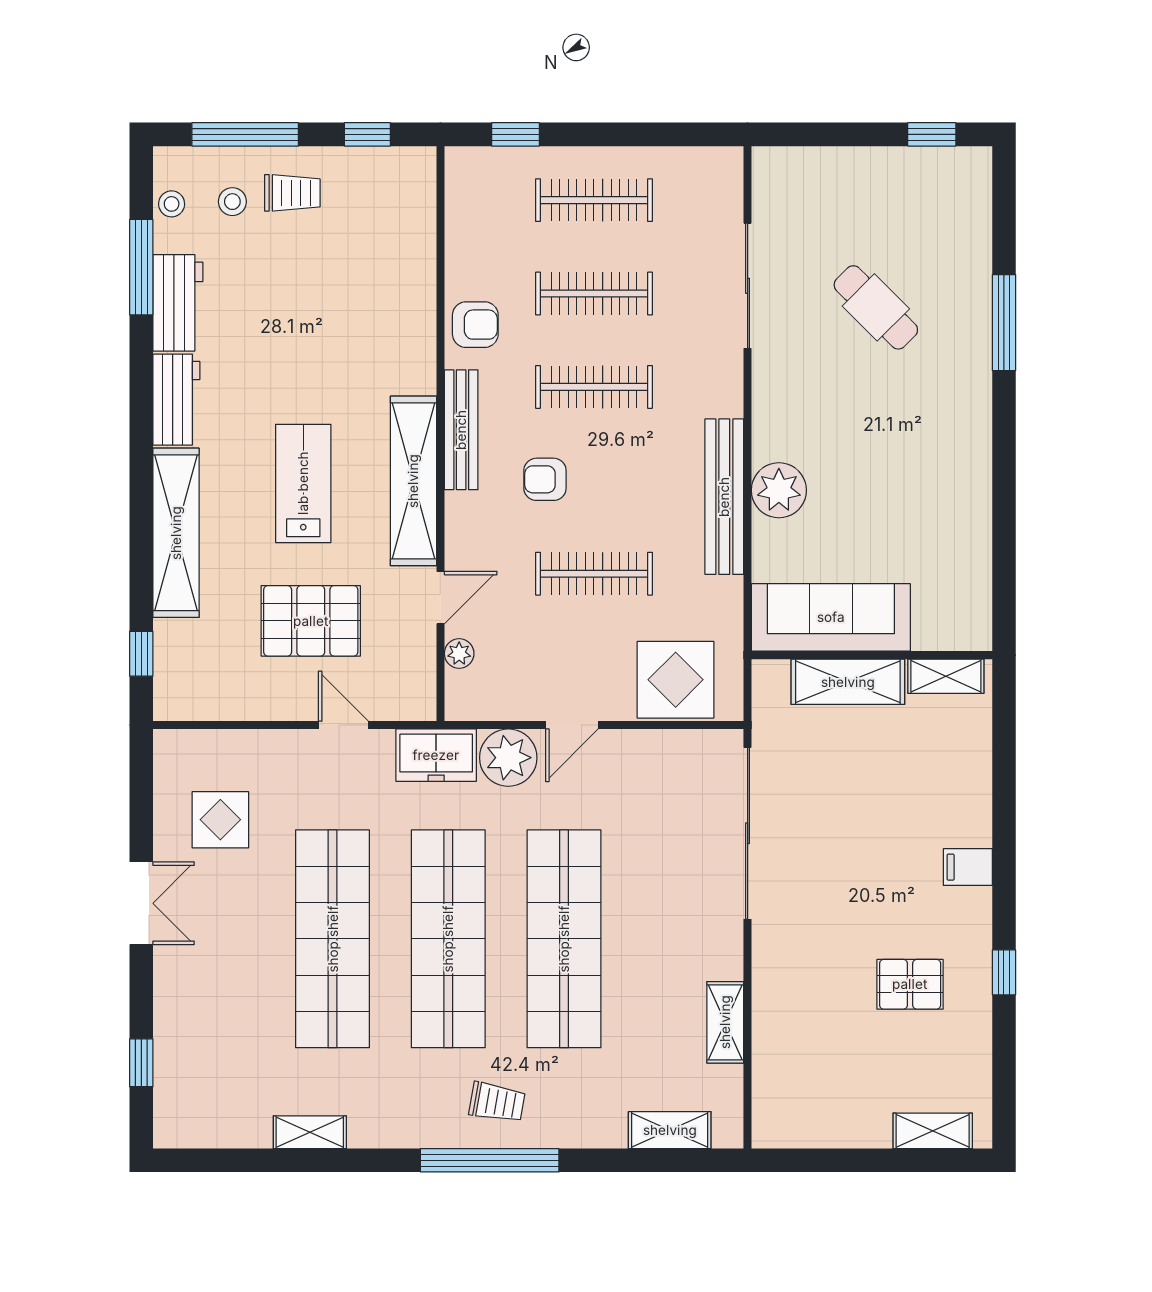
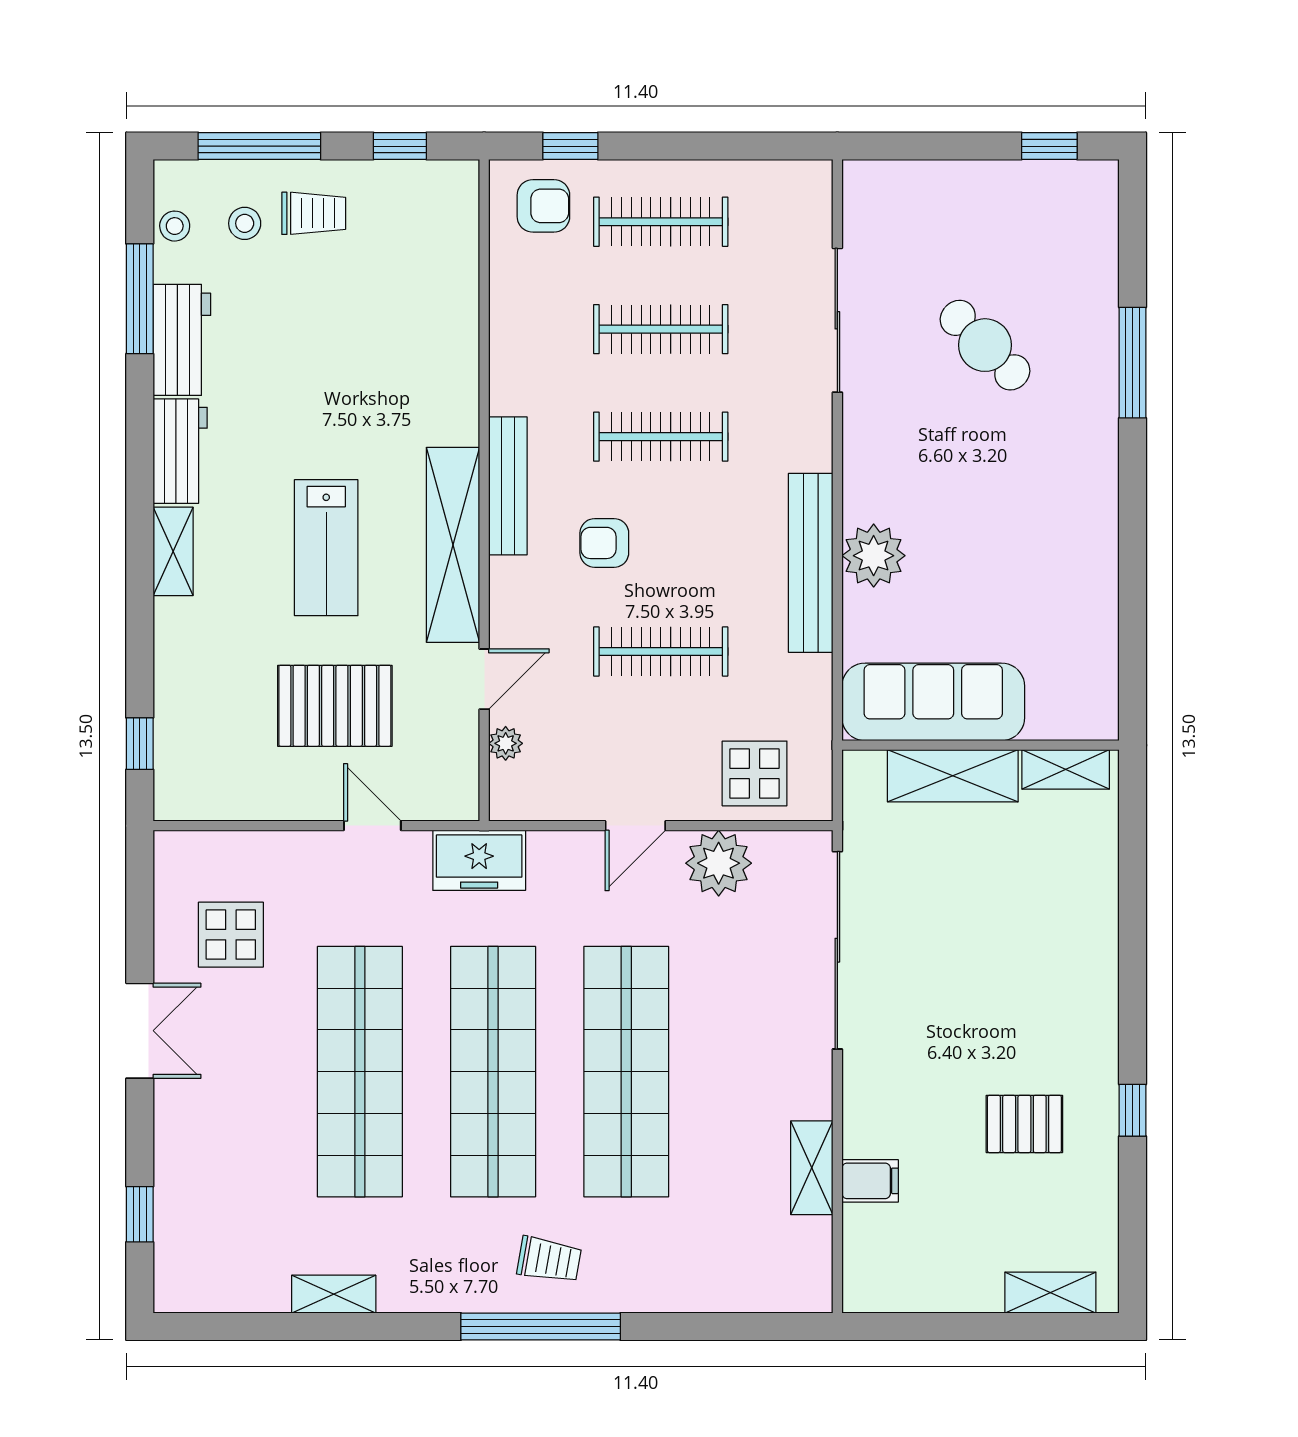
armchair: (475, 325) -> (543, 206), moved
lab bench: (303, 483) -> (326, 548), turned 180
shelving: (176, 533) -> (173, 551), width x0.45, depth x0.75
display table: (676, 680) -> (755, 773), width x0.73, depth x0.73
plant: (508, 758) -> (719, 863), moved
filing cabinet: (968, 867) -> (870, 1181), moved, turned 180
shelving: (670, 1130) -> (748, 1292), removed

